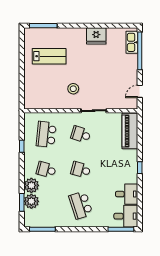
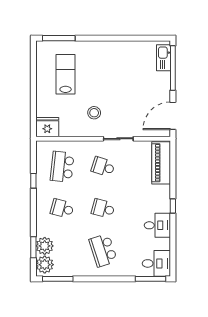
fridge: (96, 36) -> (47, 127), moved, turned 180
lab bench: (49, 56) -> (66, 74), turned -90
door: (140, 91) -> (173, 116), width x1.87
plant: (31, 185) -> (45, 265), moved
desk: (127, 194) -> (157, 225), moved

